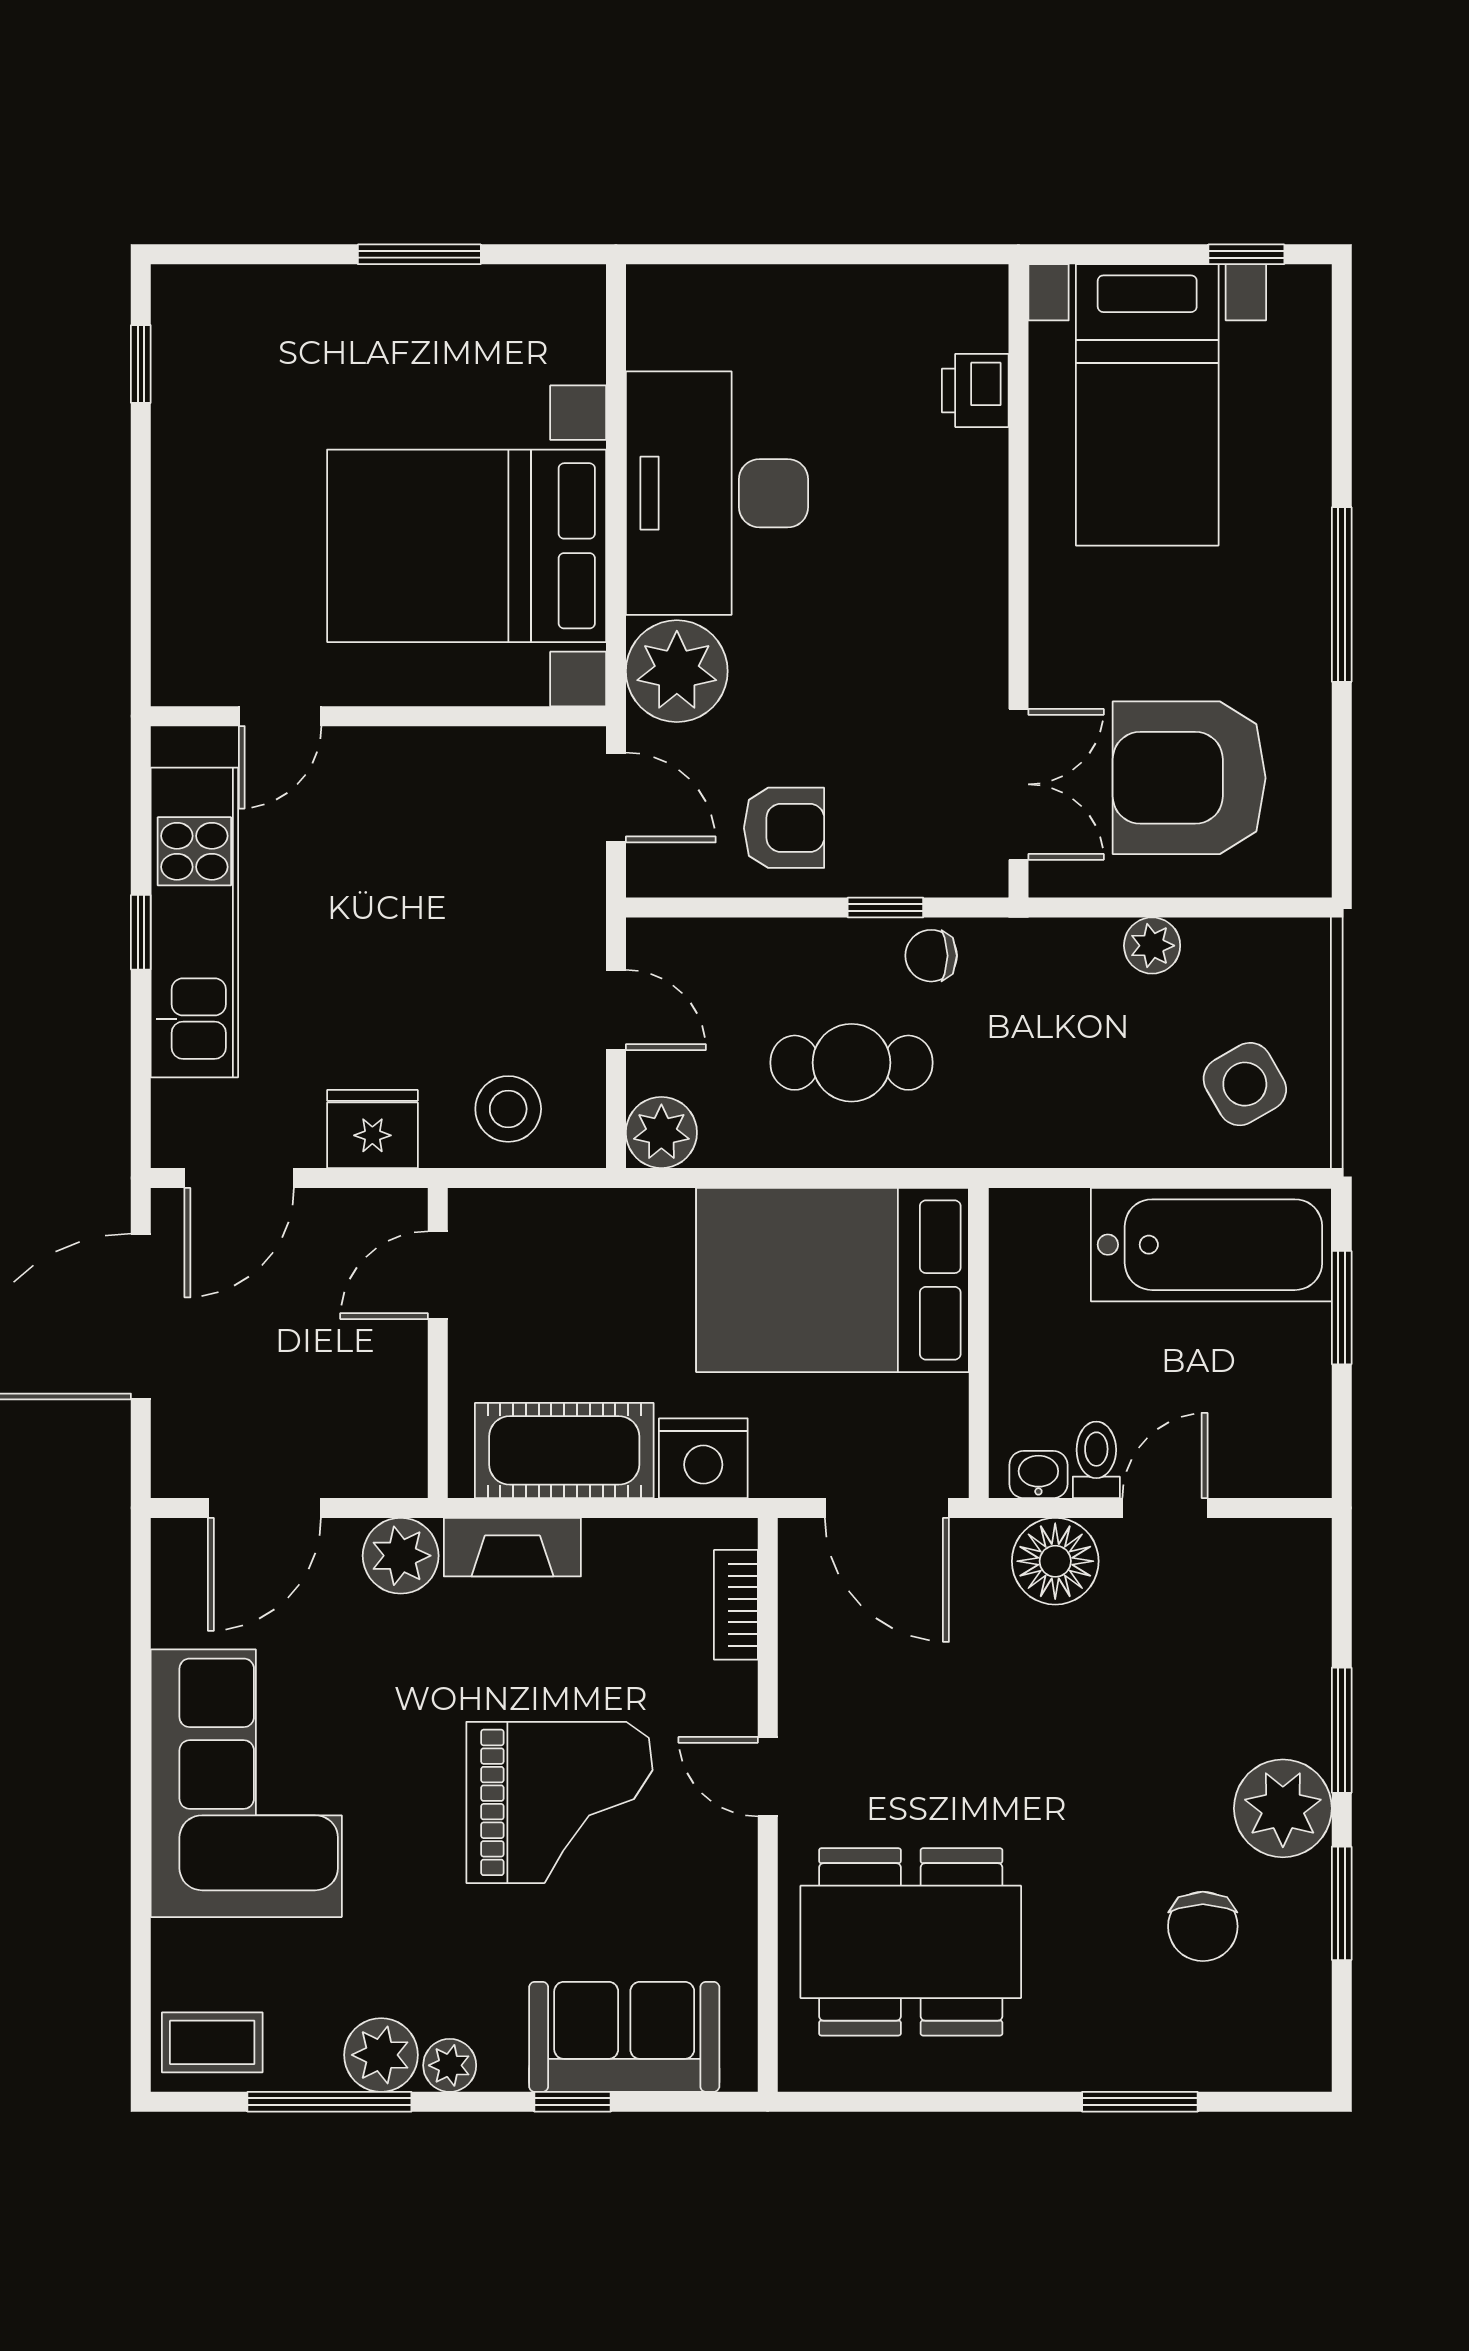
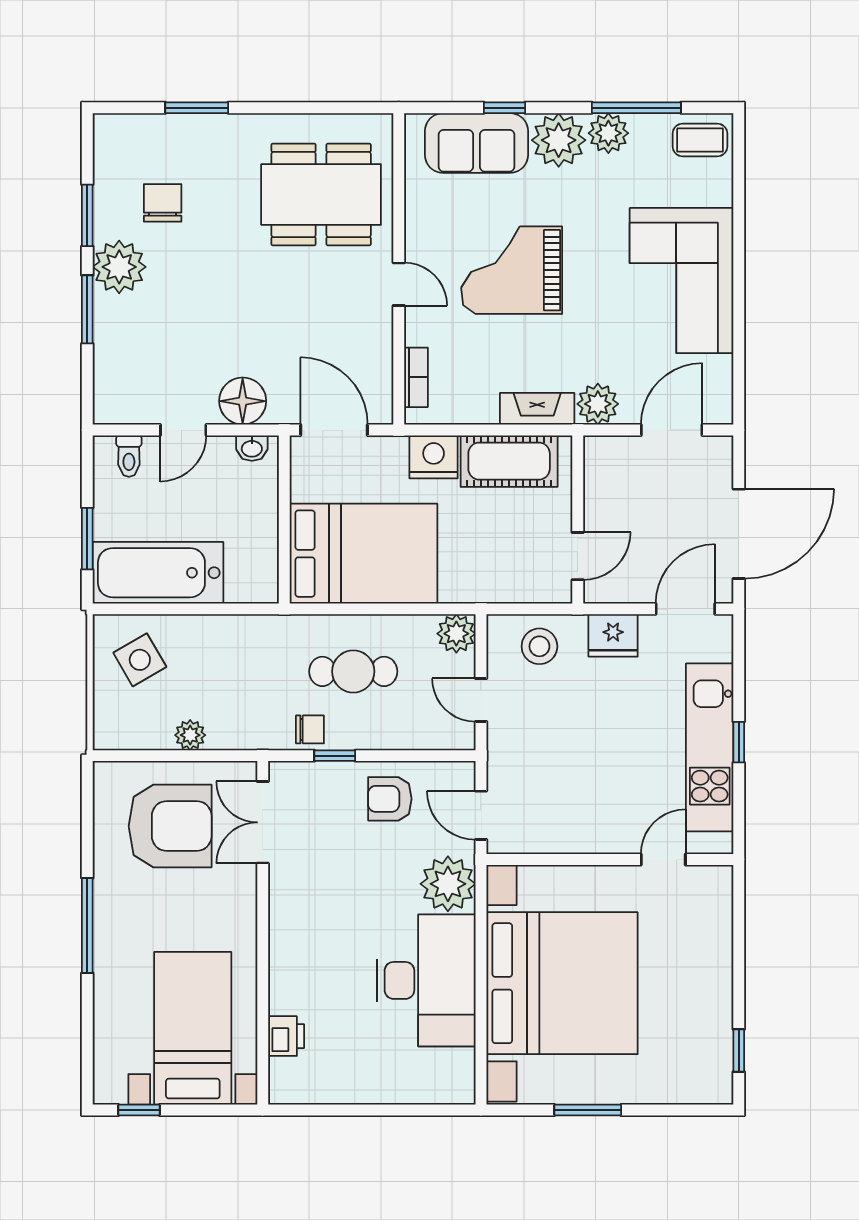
bed with nightstands: (467, 546) -> (562, 983), width x1.36
toilet: (1096, 1460) -> (129, 456), moved
plant: (450, 2065) -> (559, 140), width x1.88, depth x1.88

